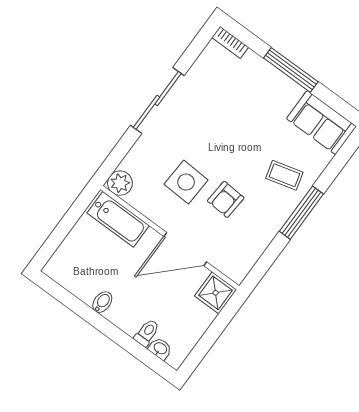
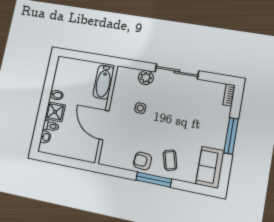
side table: (186, 182) -> (140, 108), width x0.54, depth x0.54
plant: (120, 183) -> (146, 78), moved
armchair: (226, 199) -> (142, 161), moved
shower: (216, 293) -> (55, 112), moved

